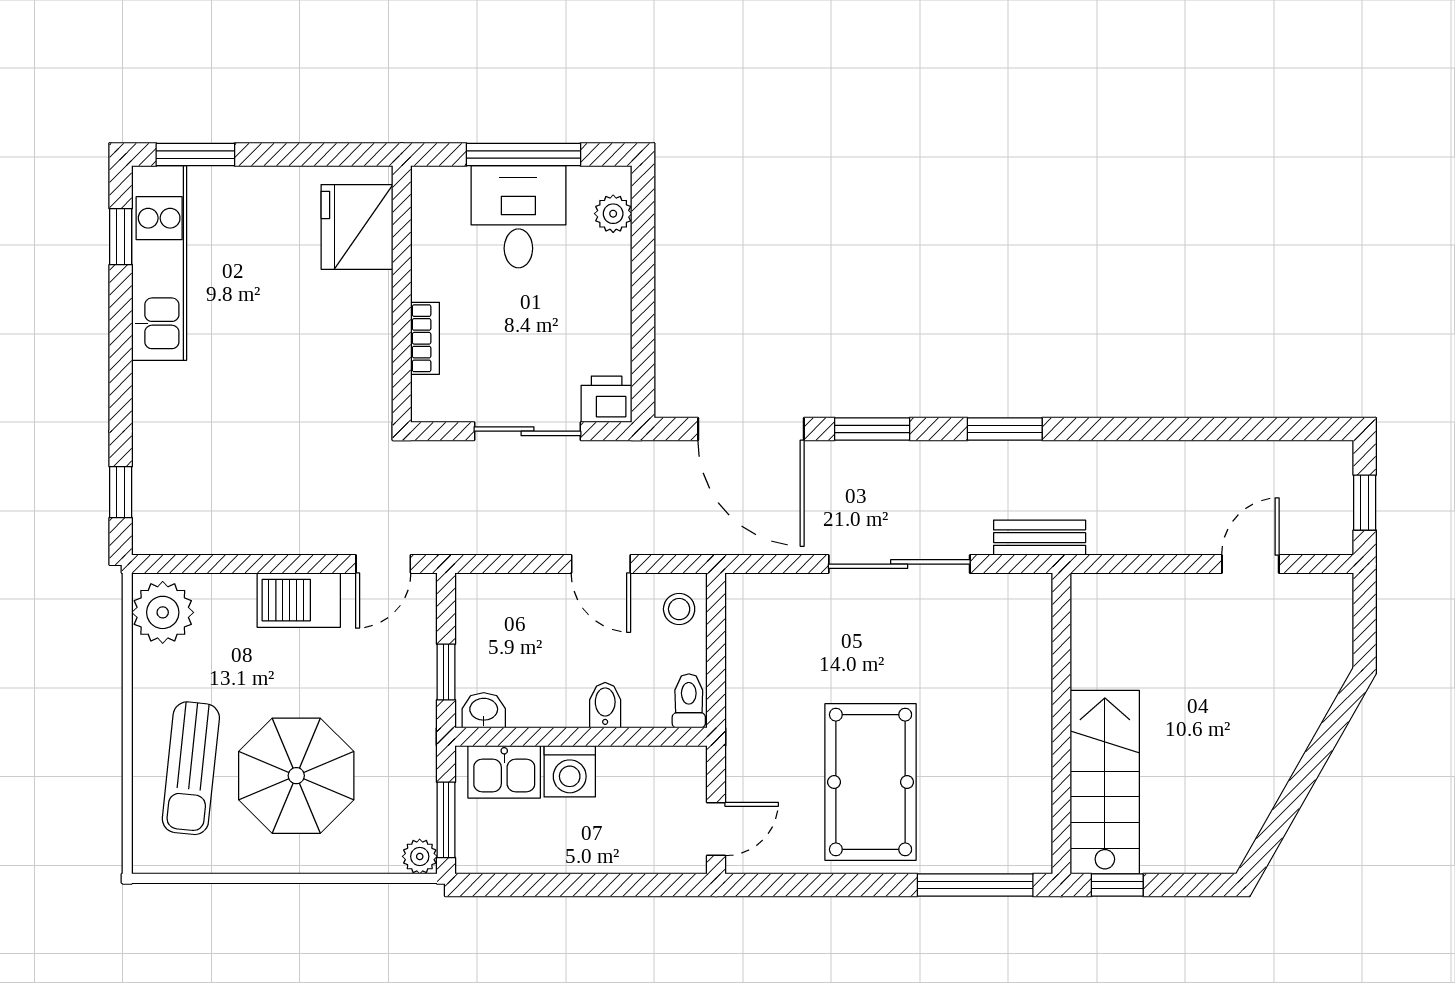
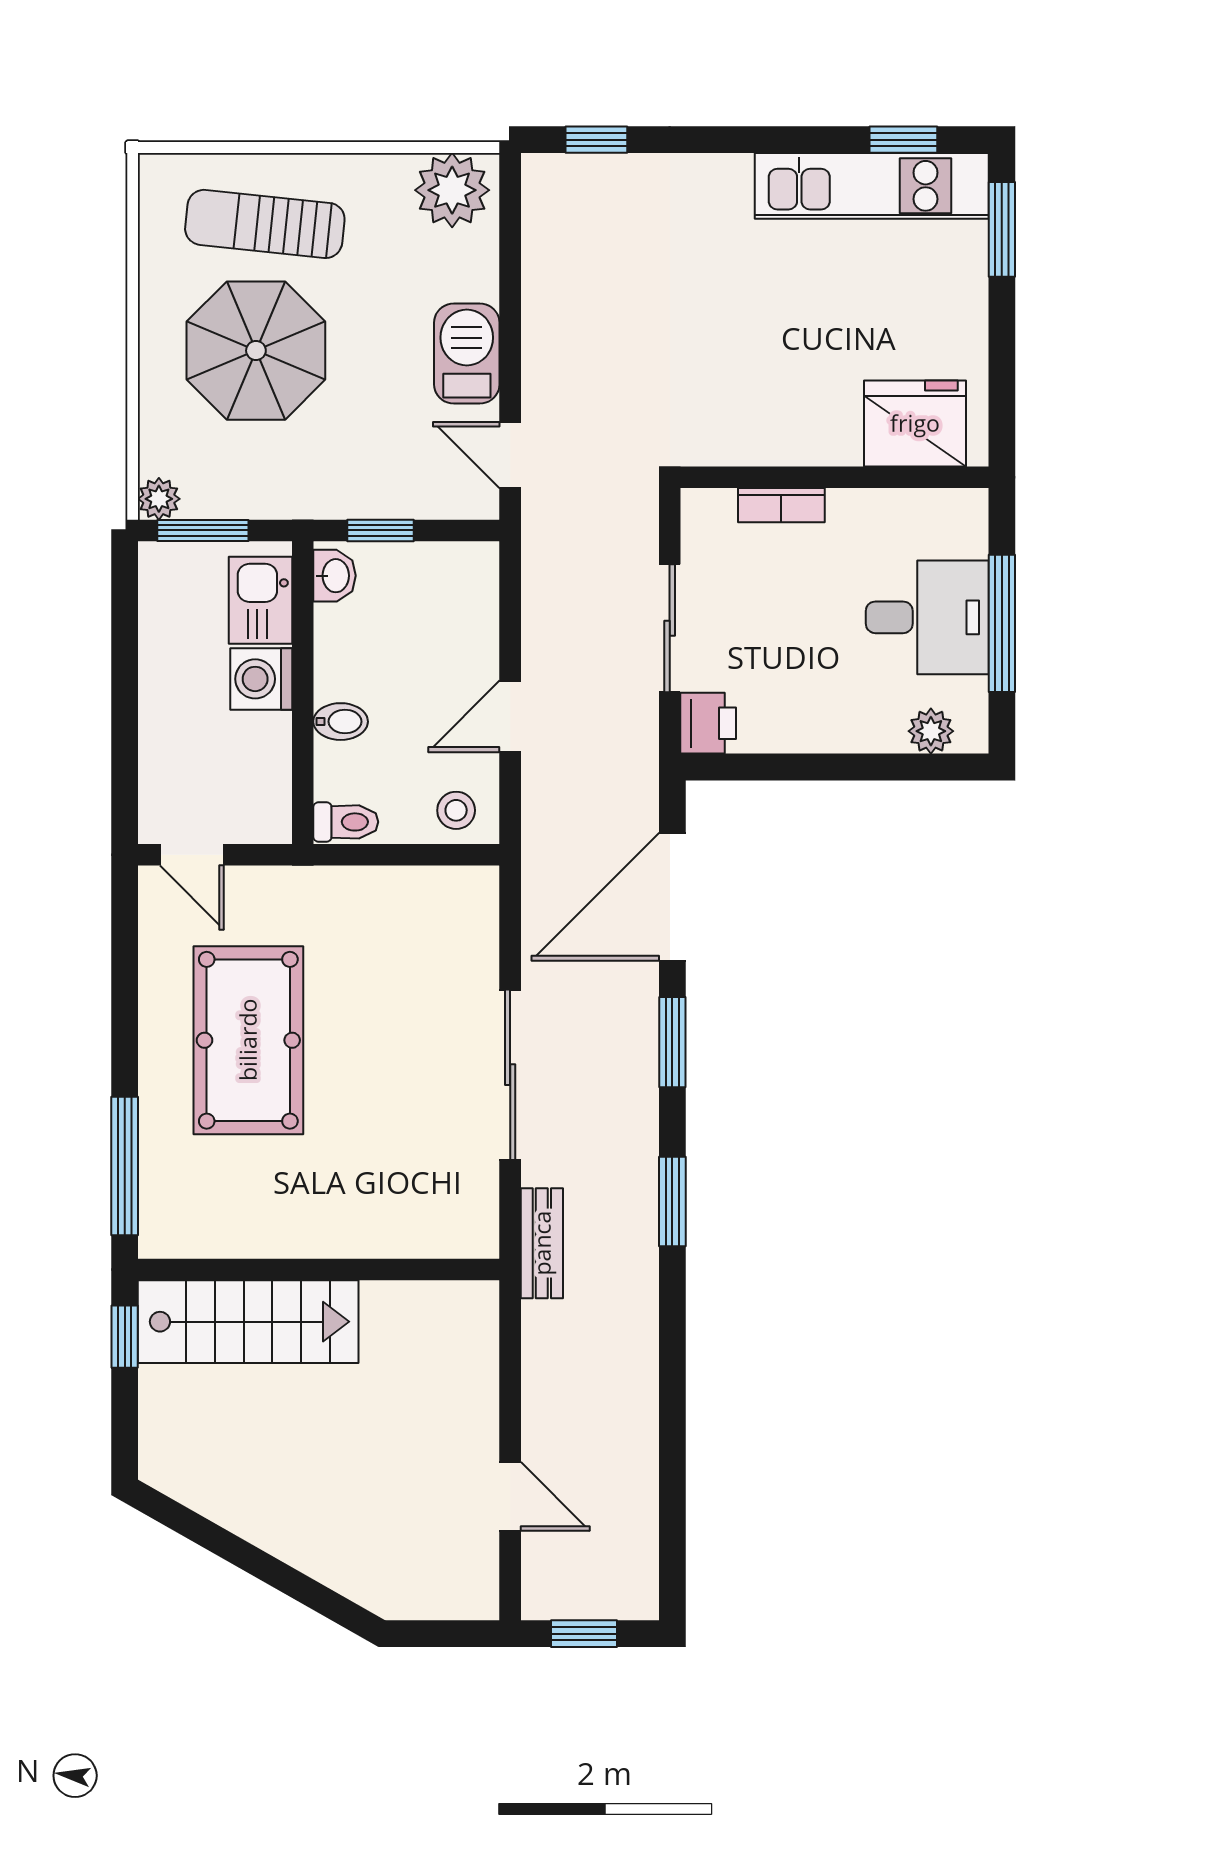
pool table: (871, 782) -> (248, 1040), turned 90

